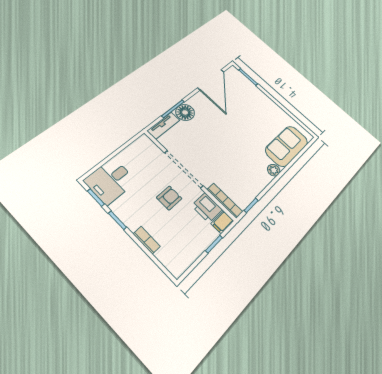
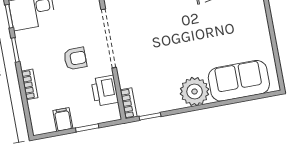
plant: (274, 170) -> (195, 91), width x1.87, depth x1.87
bookcase: (225, 201) -> (129, 103), width x0.64
filing cabinet: (222, 222) -> (63, 119), moved, turned 90

